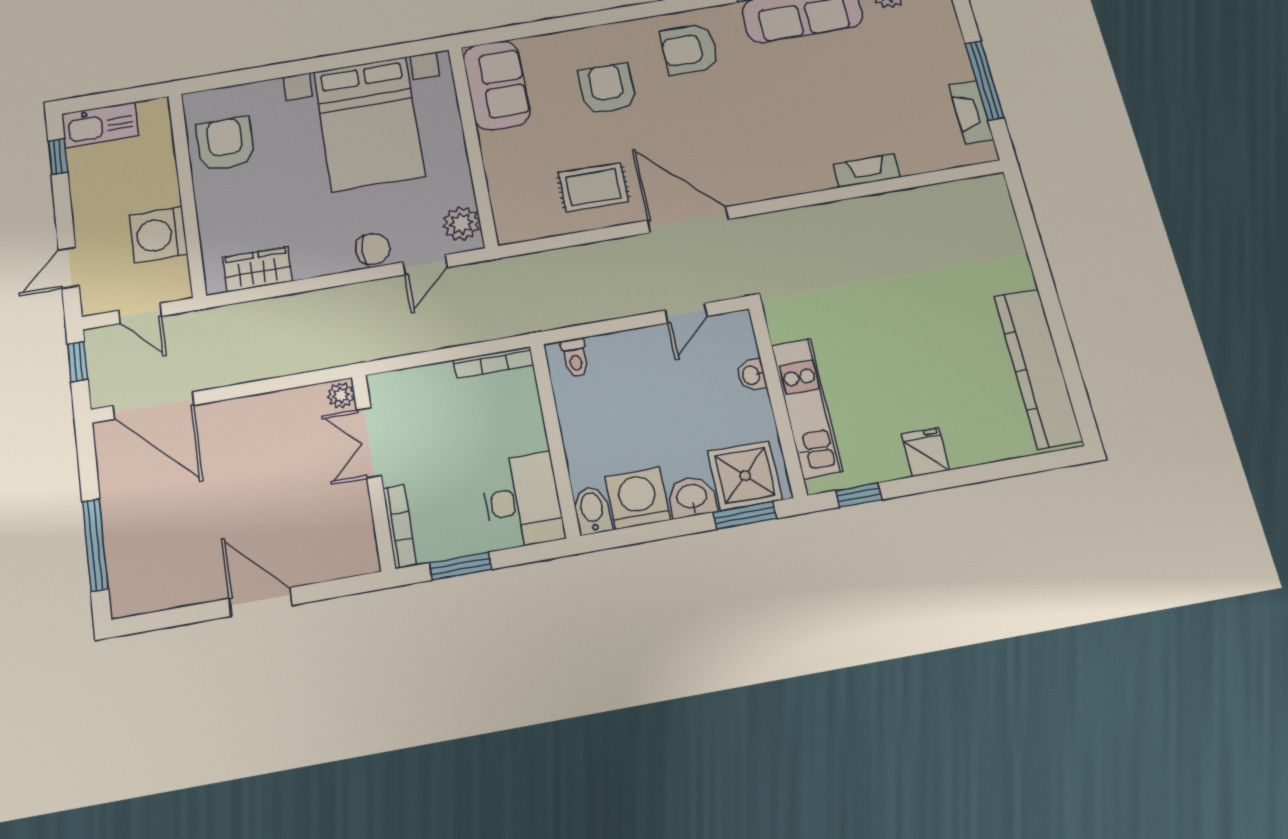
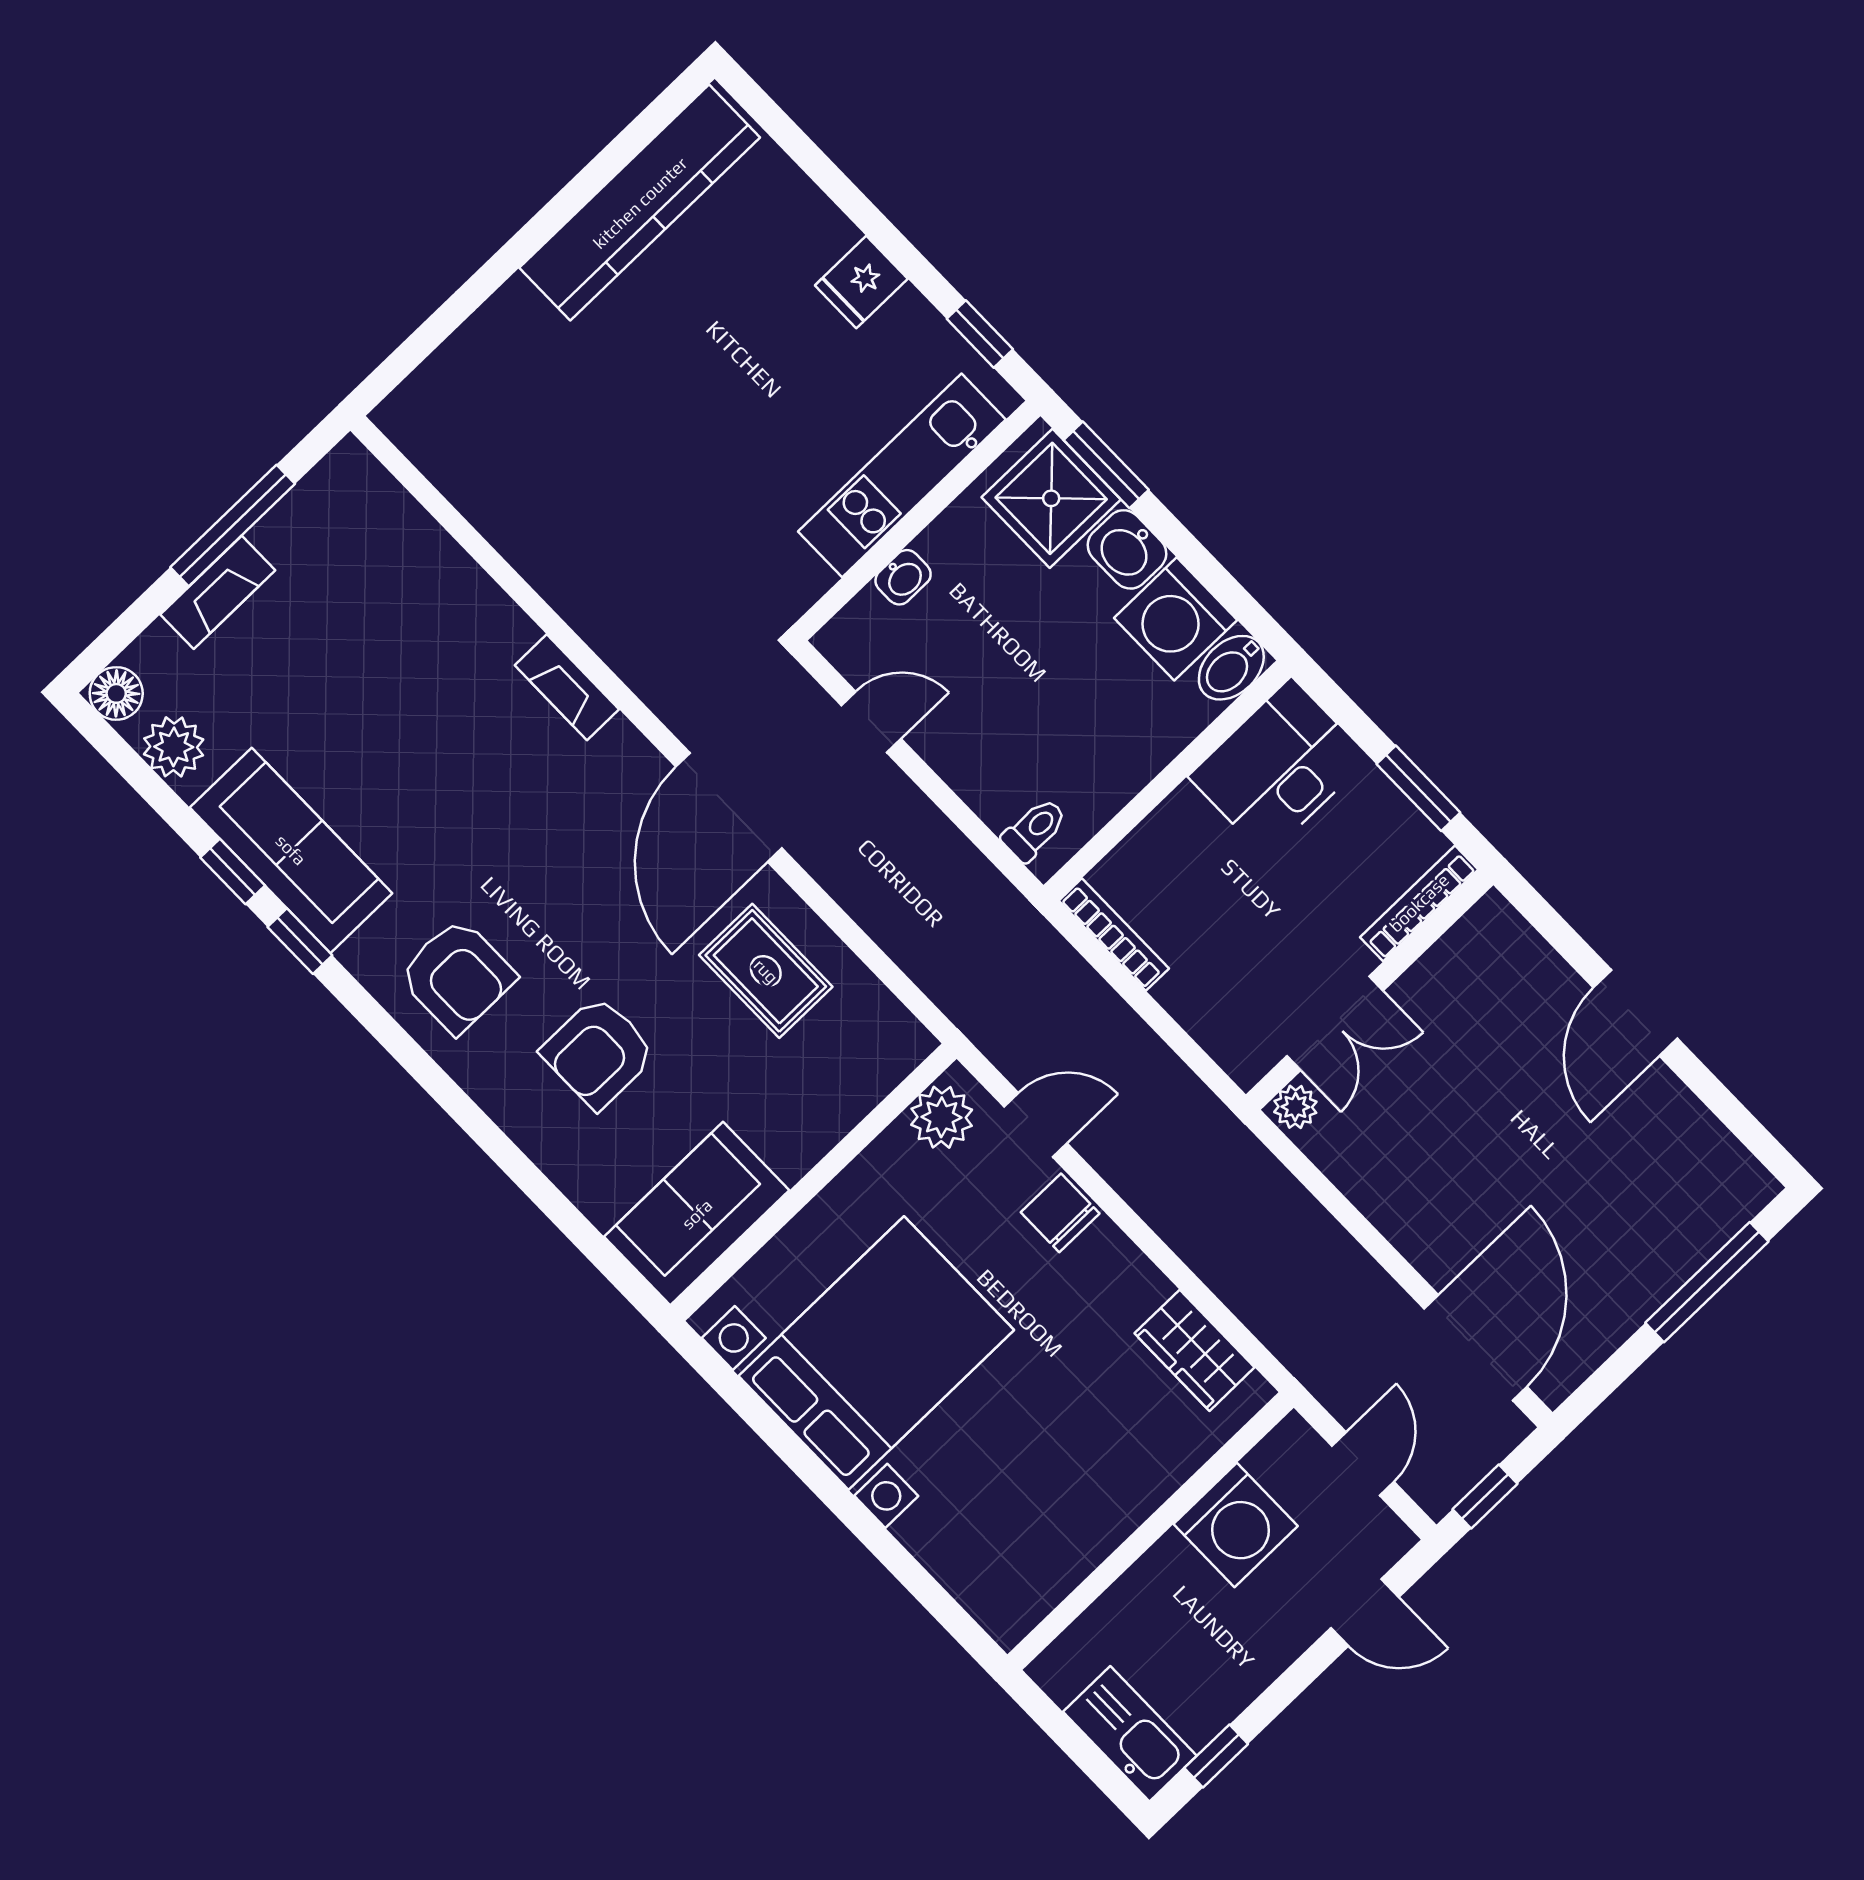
fireplace: (971, 112) -> (218, 592), moved
armchair: (225, 144) -> (1041, 1534), removed
fireplace: (867, 171) -> (567, 687), moved

